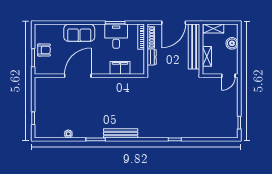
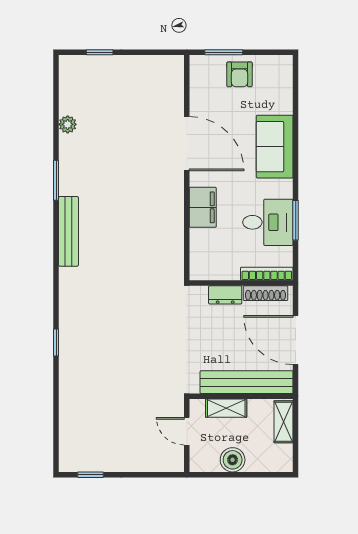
boiler: (232, 43) -> (233, 460), moved
filing cabinet: (120, 68) -> (203, 207), moved
door: (228, 76) -> (187, 431), moved

